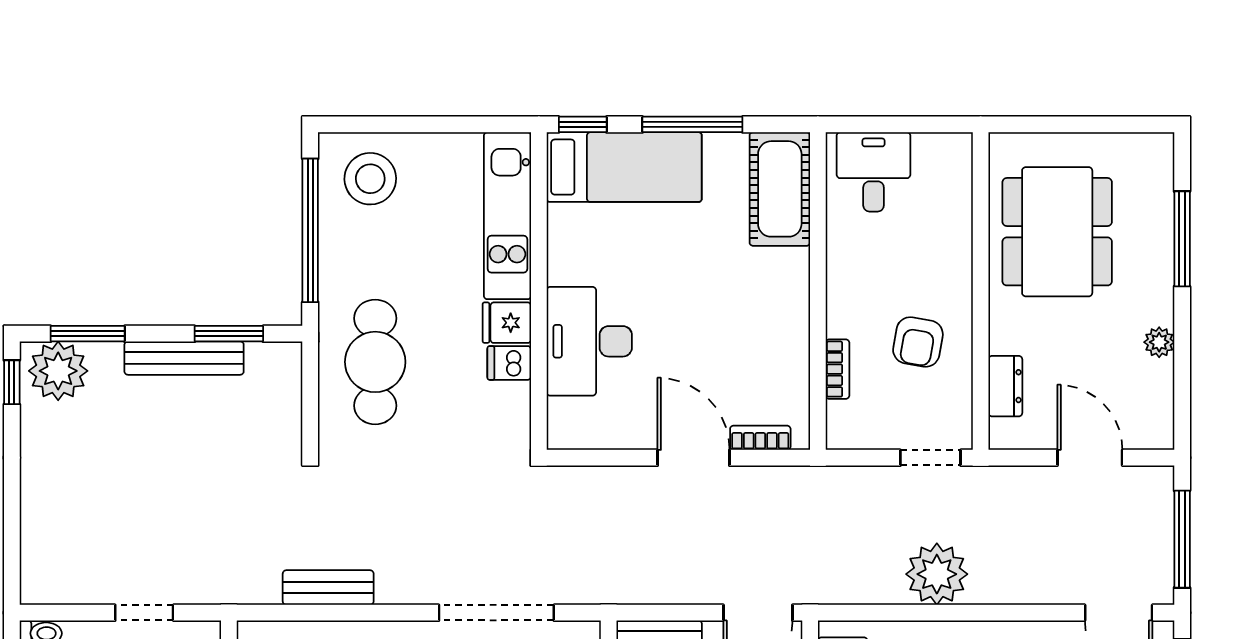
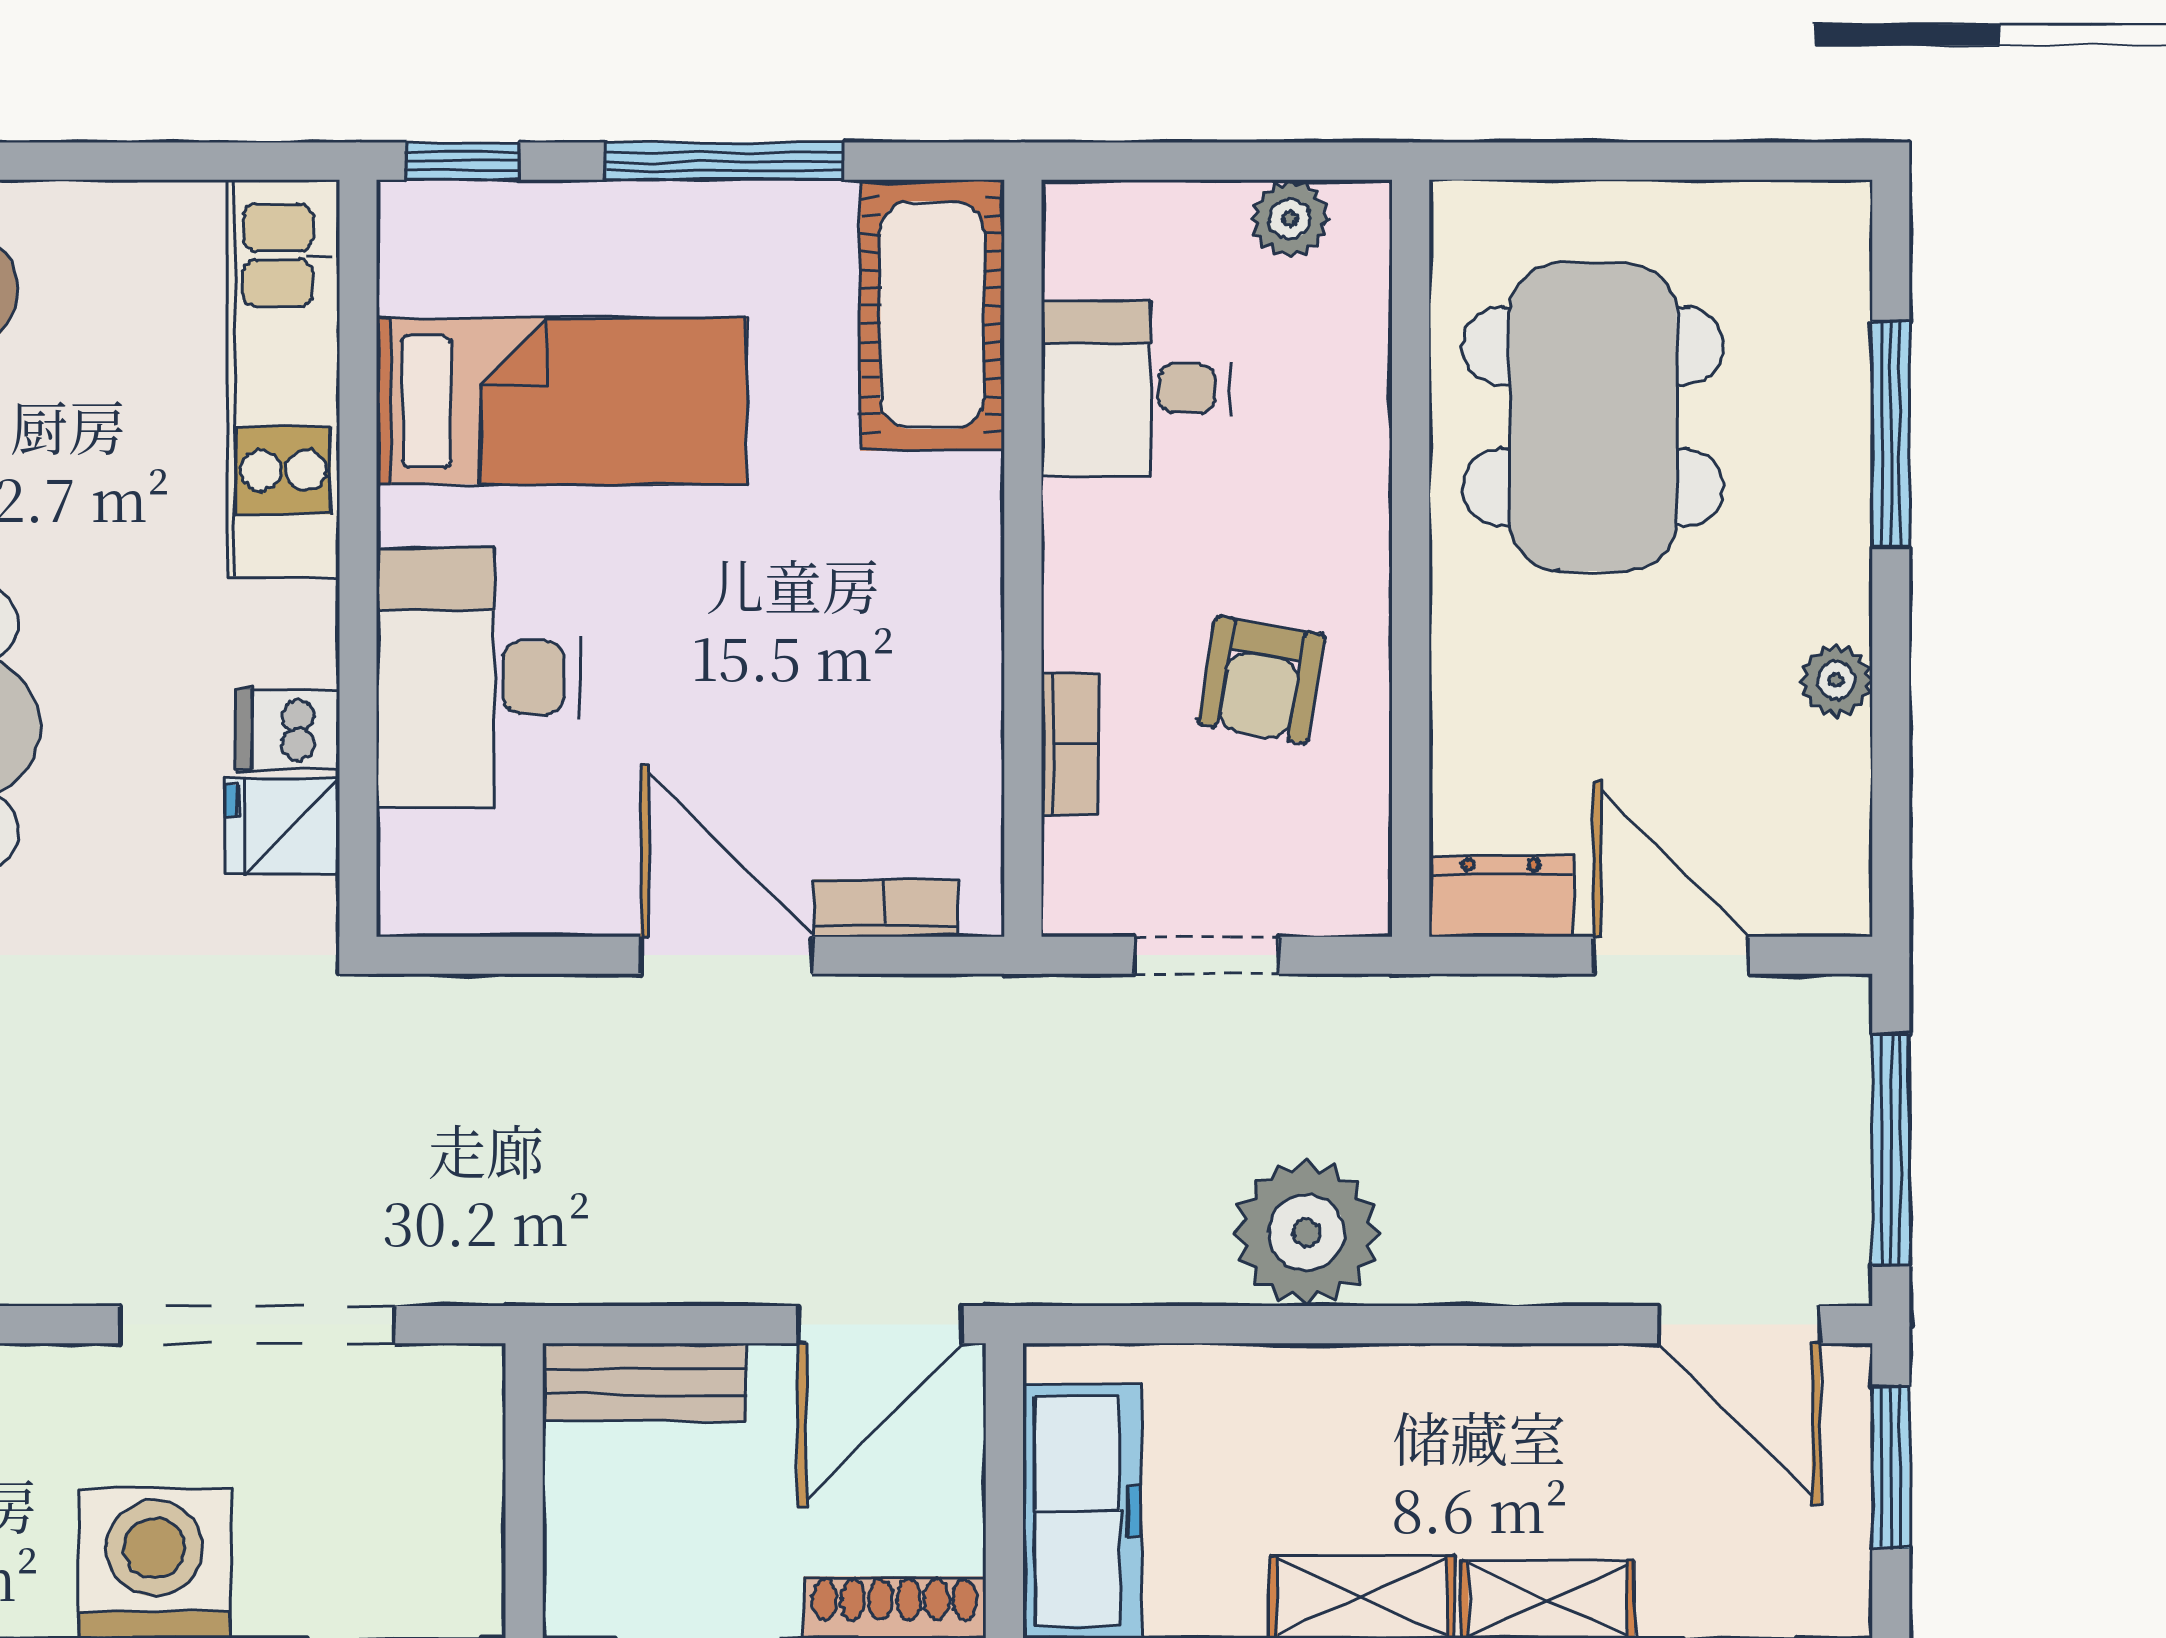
plant: (930, 149) -> (1290, 219), added
bed: (624, 167) -> (561, 401), moved
desk: (874, 172) -> (1136, 389), moved, turned -90
fridge: (507, 323) -> (282, 826), moved
dresser: (1005, 386) -> (1501, 896), moved, turned -90
doorway: (930, 458) -> (1206, 955), moved

